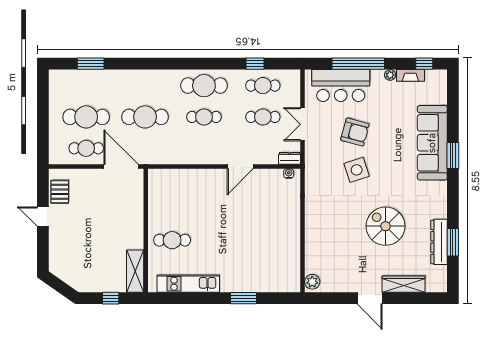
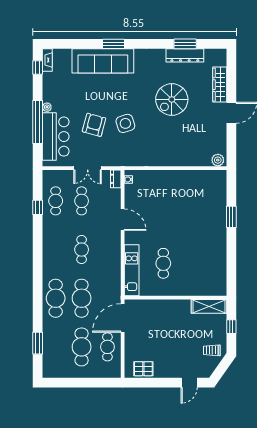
plant: (390, 75) -> (47, 107), moved
fireplace: (410, 75) -> (47, 60), moved
cafe table: (204, 86) -> (56, 298), moved
door: (43, 216) -> (189, 383), moved
cafe table: (172, 240) -> (163, 263), moved
trolley: (82, 275) -> (212, 350), added
kitchen unit: (188, 284) -> (132, 270), moved, turned 180

